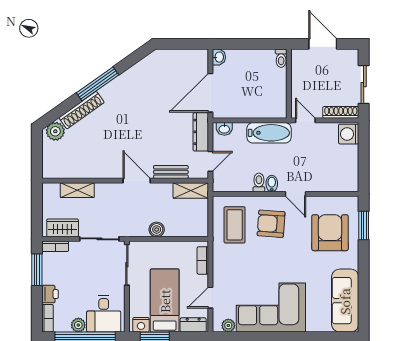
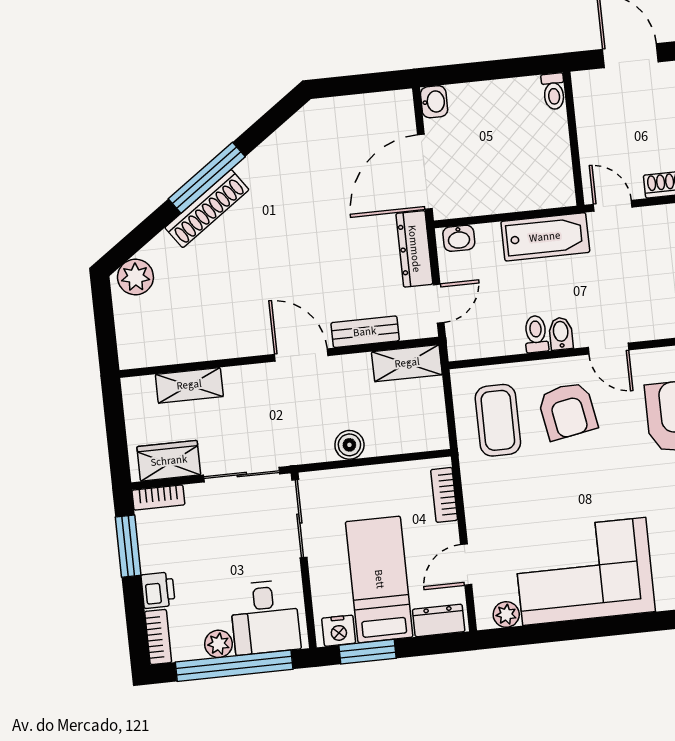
shoe rack: (82, 110) -> (207, 209), moved
armchair: (271, 224) -> (568, 411), turned -104

